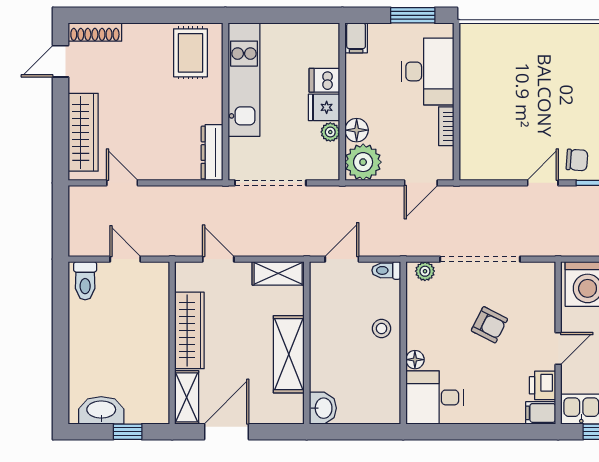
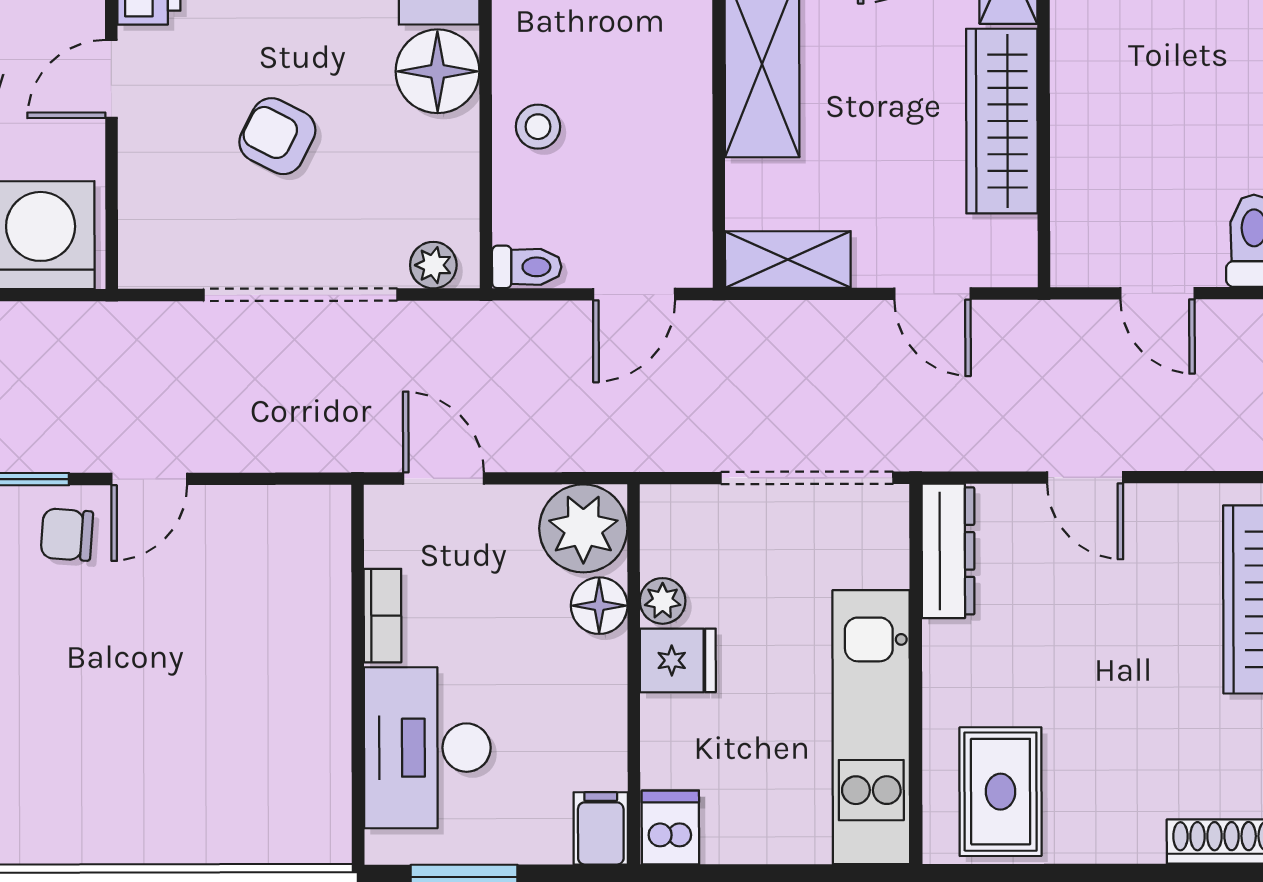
dishwasher: (324, 80) -> (670, 828), moved, turned -90
door: (122, 183) -> (1085, 477), moved
door: (421, 183) -> (443, 478), hinge flipped
floor lamp: (415, 360) -> (437, 71), width x1.89, depth x1.89

